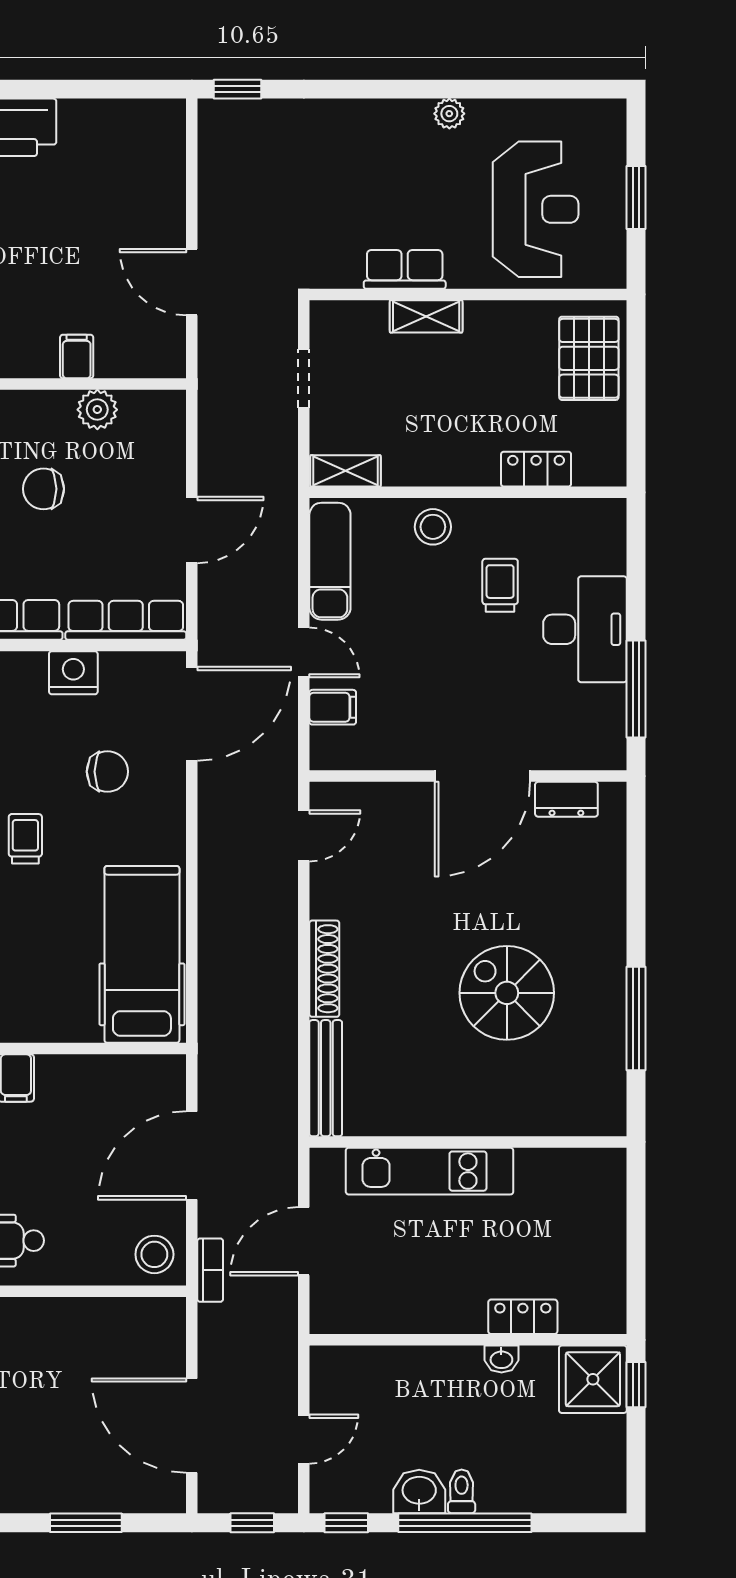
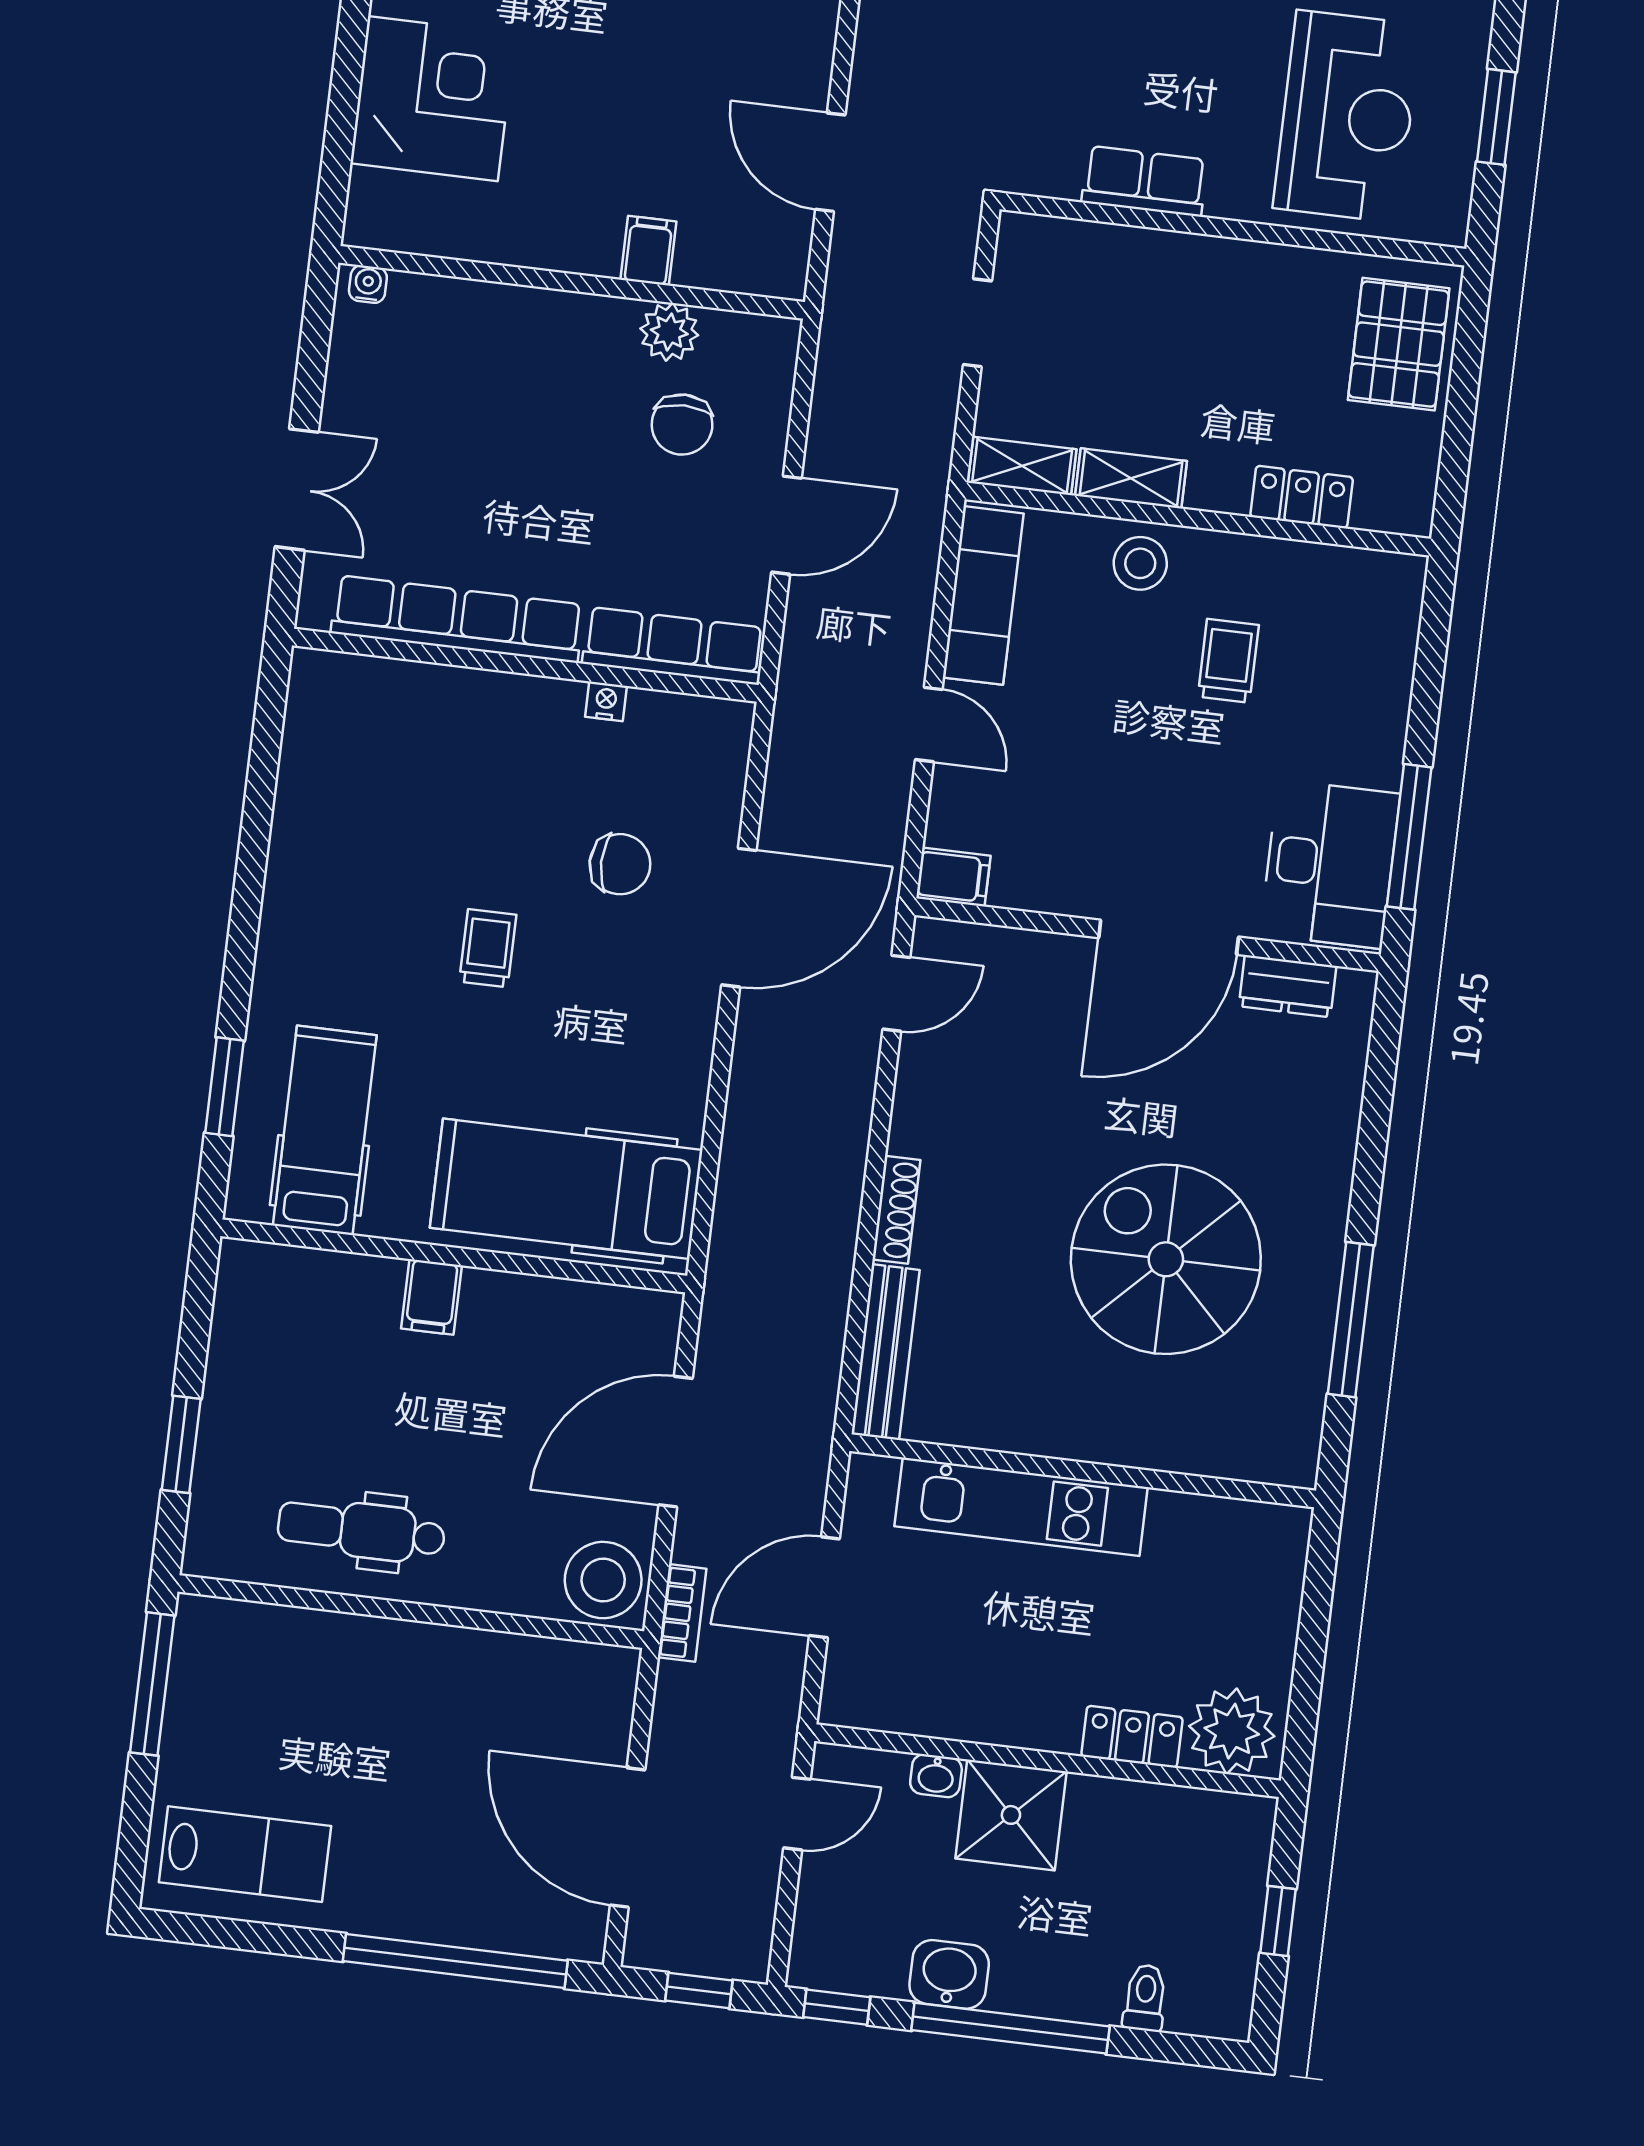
shelving: (426, 316) -> (1131, 478), moved
chair: (43, 489) -> (682, 425), moved, turned -90
desk: (585, 629) -> (1330, 864), moved
nightstand: (73, 673) -> (606, 701), width x0.53, depth x0.56
filing cabinet: (333, 707) -> (953, 877), moved
door: (192, 714) -> (739, 918), moved
hospital bed: (142, 954) -> (566, 1189), moved, turned -90
shoe rack: (324, 969) -> (896, 1210), width x0.74, depth x0.81
spiral stairs: (507, 993) -> (1166, 1259), width x1.37, depth x1.37
stool: (154, 1254) -> (603, 1580), width x1.38, depth x1.38
plant: (590, 1305) -> (1232, 1731), added
washbasin: (501, 1359) -> (936, 1776), moved
shower: (593, 1379) -> (1011, 1815), moved
window: (636, 1385) -> (1278, 1921), moved
door: (304, 1439) -> (797, 1814), moved
toilet: (462, 1491) -> (1145, 1998), moved
window: (86, 1523) -> (455, 1961), width x2.11

